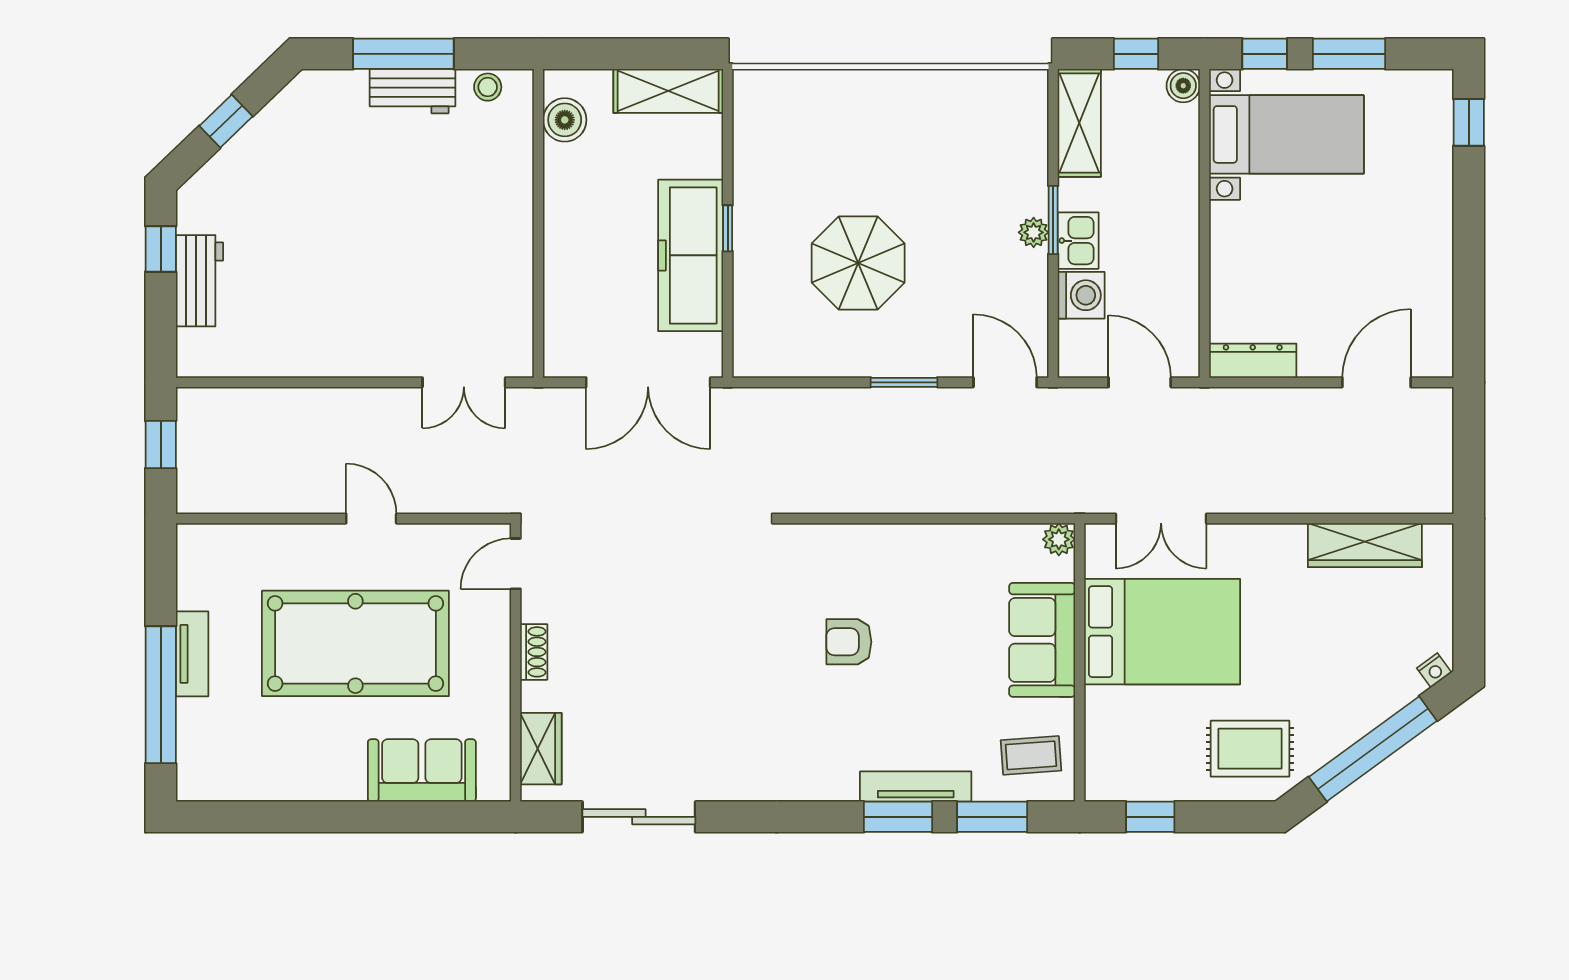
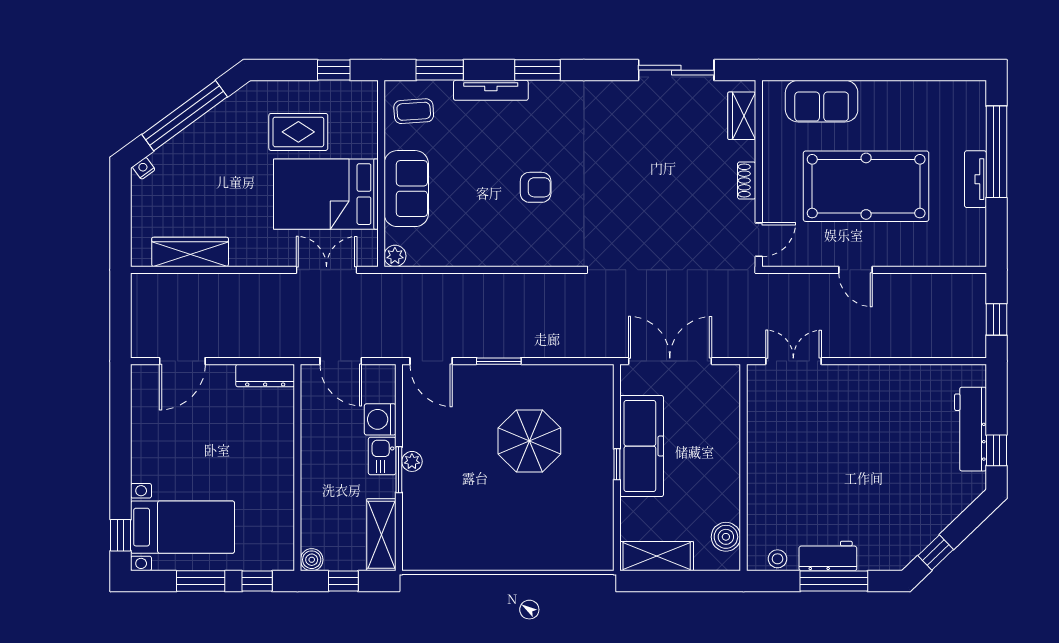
window: (226, 121) -> (936, 553), moved
bed with nightstands: (1286, 134) -> (183, 527), moved, turned 180
workbench: (199, 281) -> (971, 429), width x1.38
rug: (1250, 749) -> (298, 132), moved
window: (898, 817) -> (538, 70), moved

